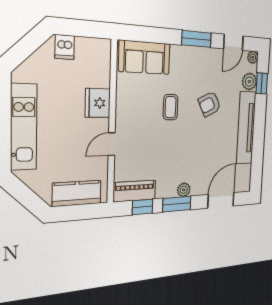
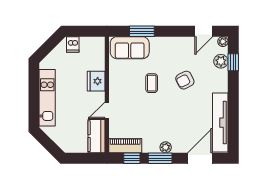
window: (197, 39) -> (142, 31), moved
tv unit: (246, 128) -> (220, 123), moved
kitchen counter: (77, 193) -> (96, 136), moved, turned -90

